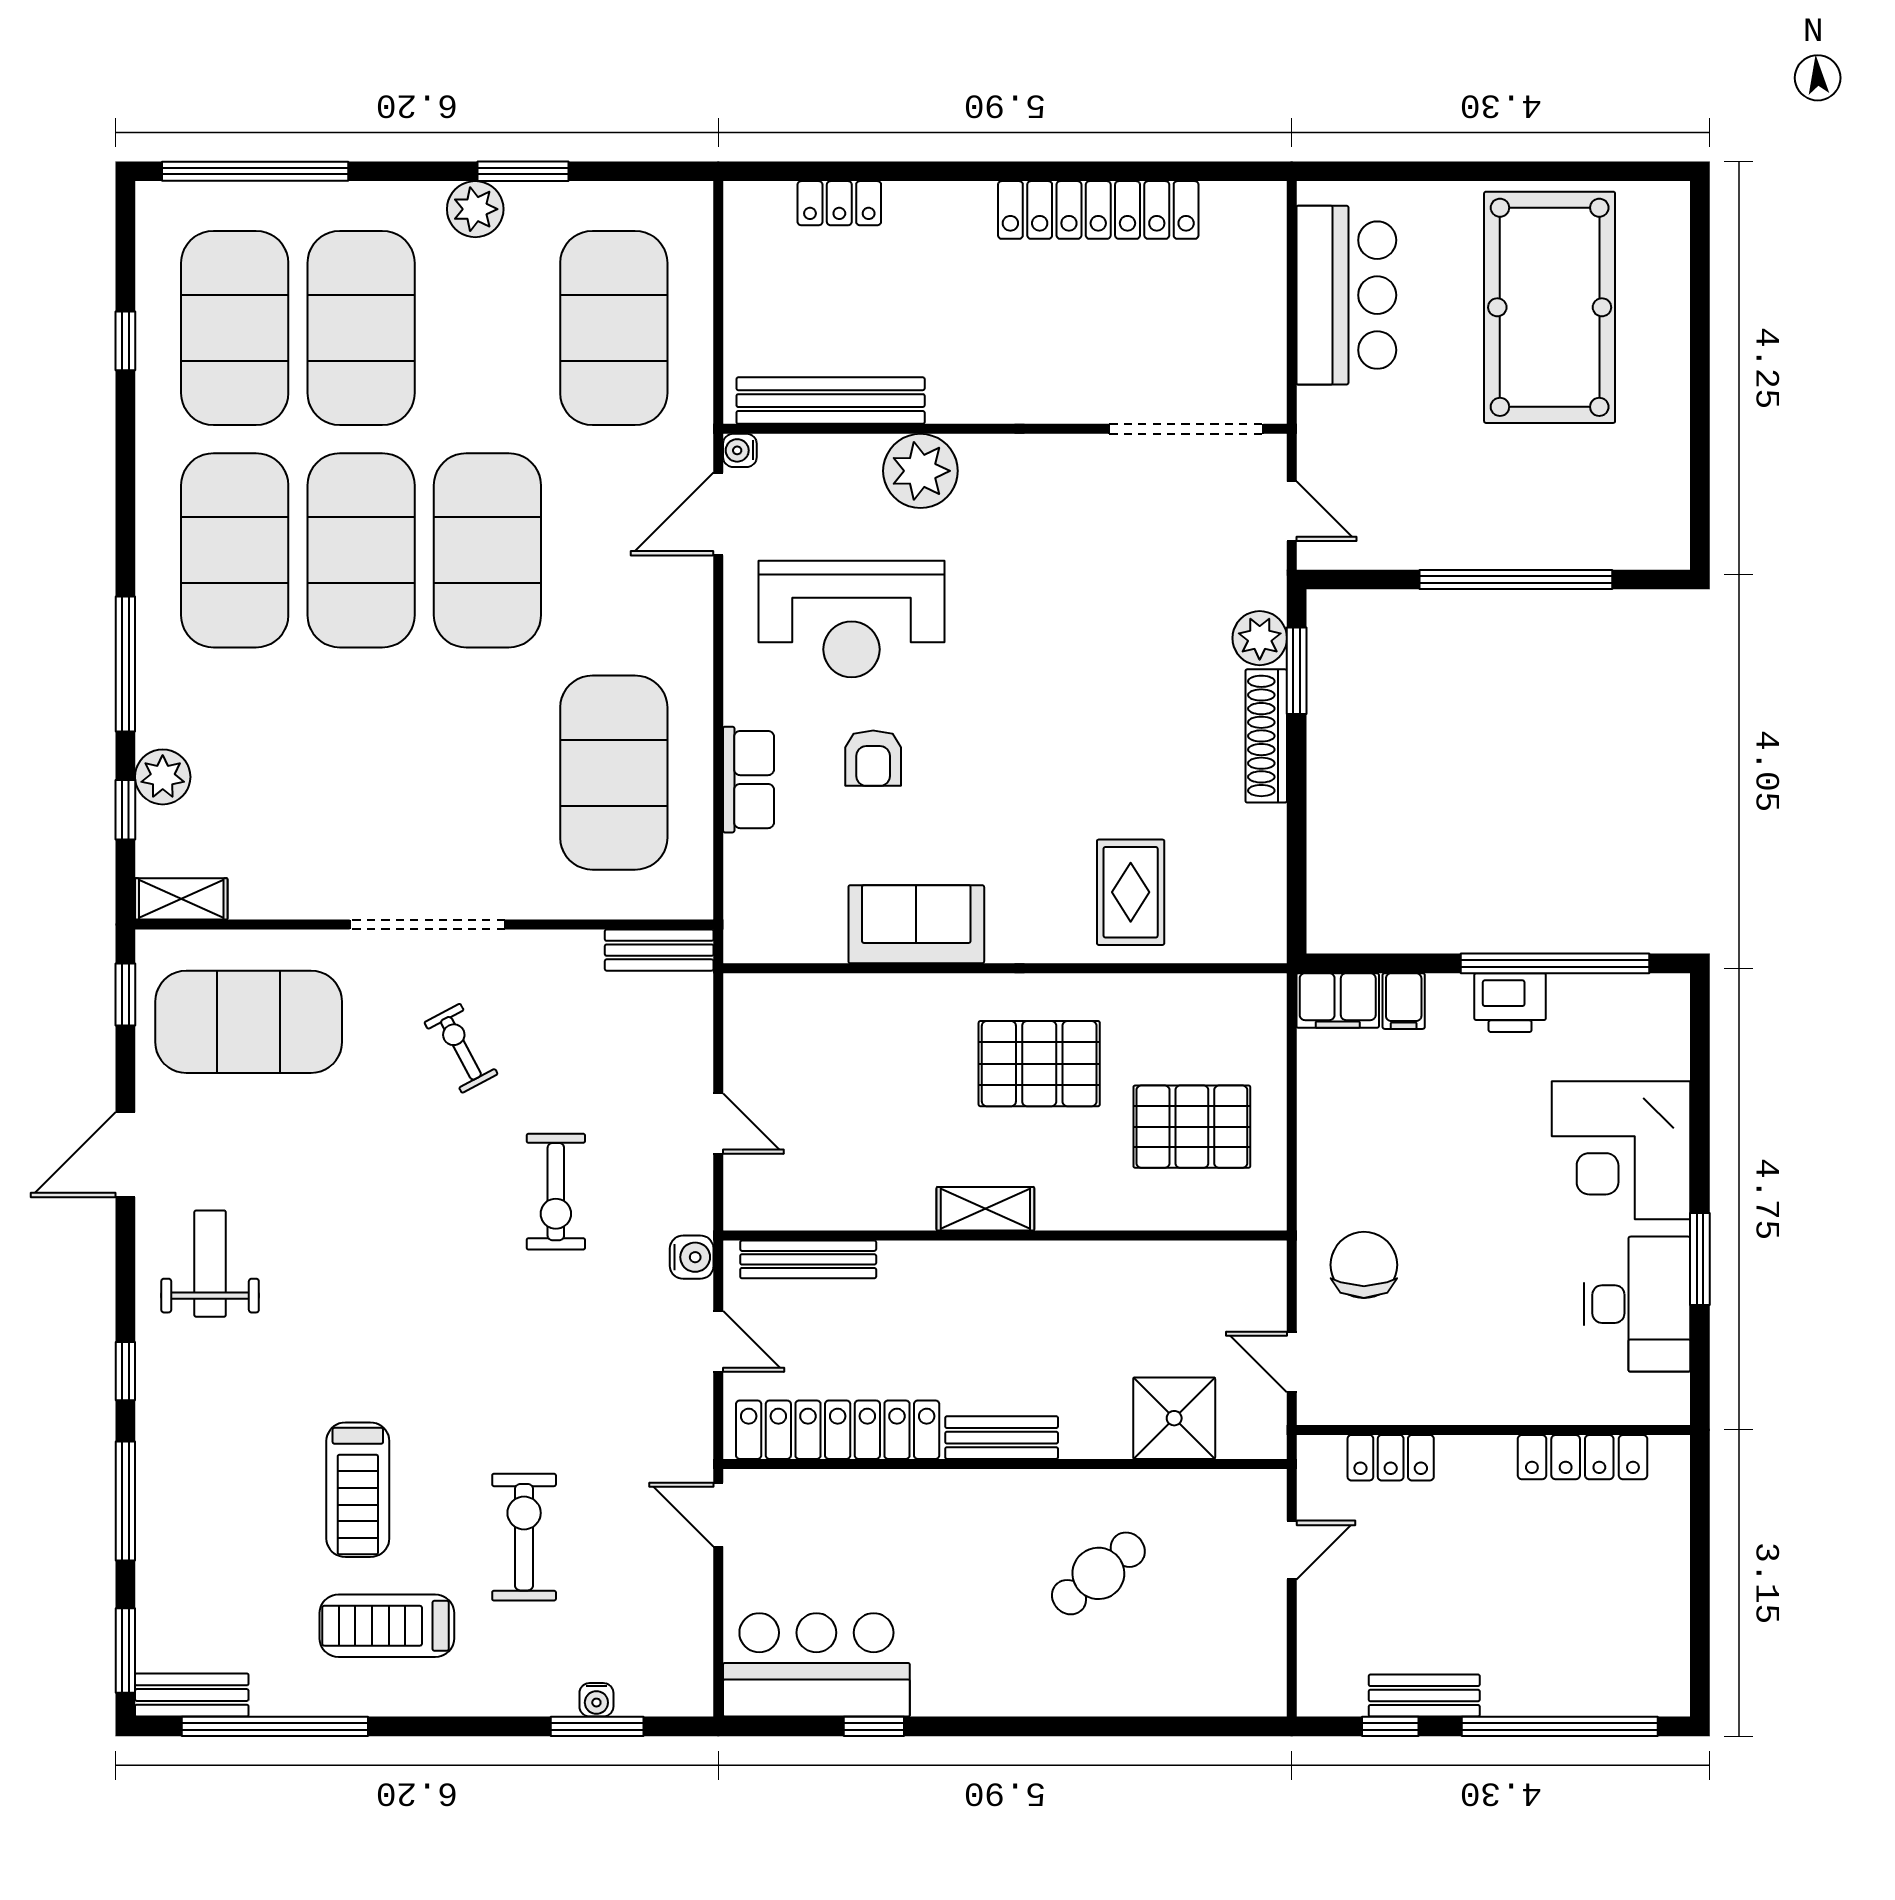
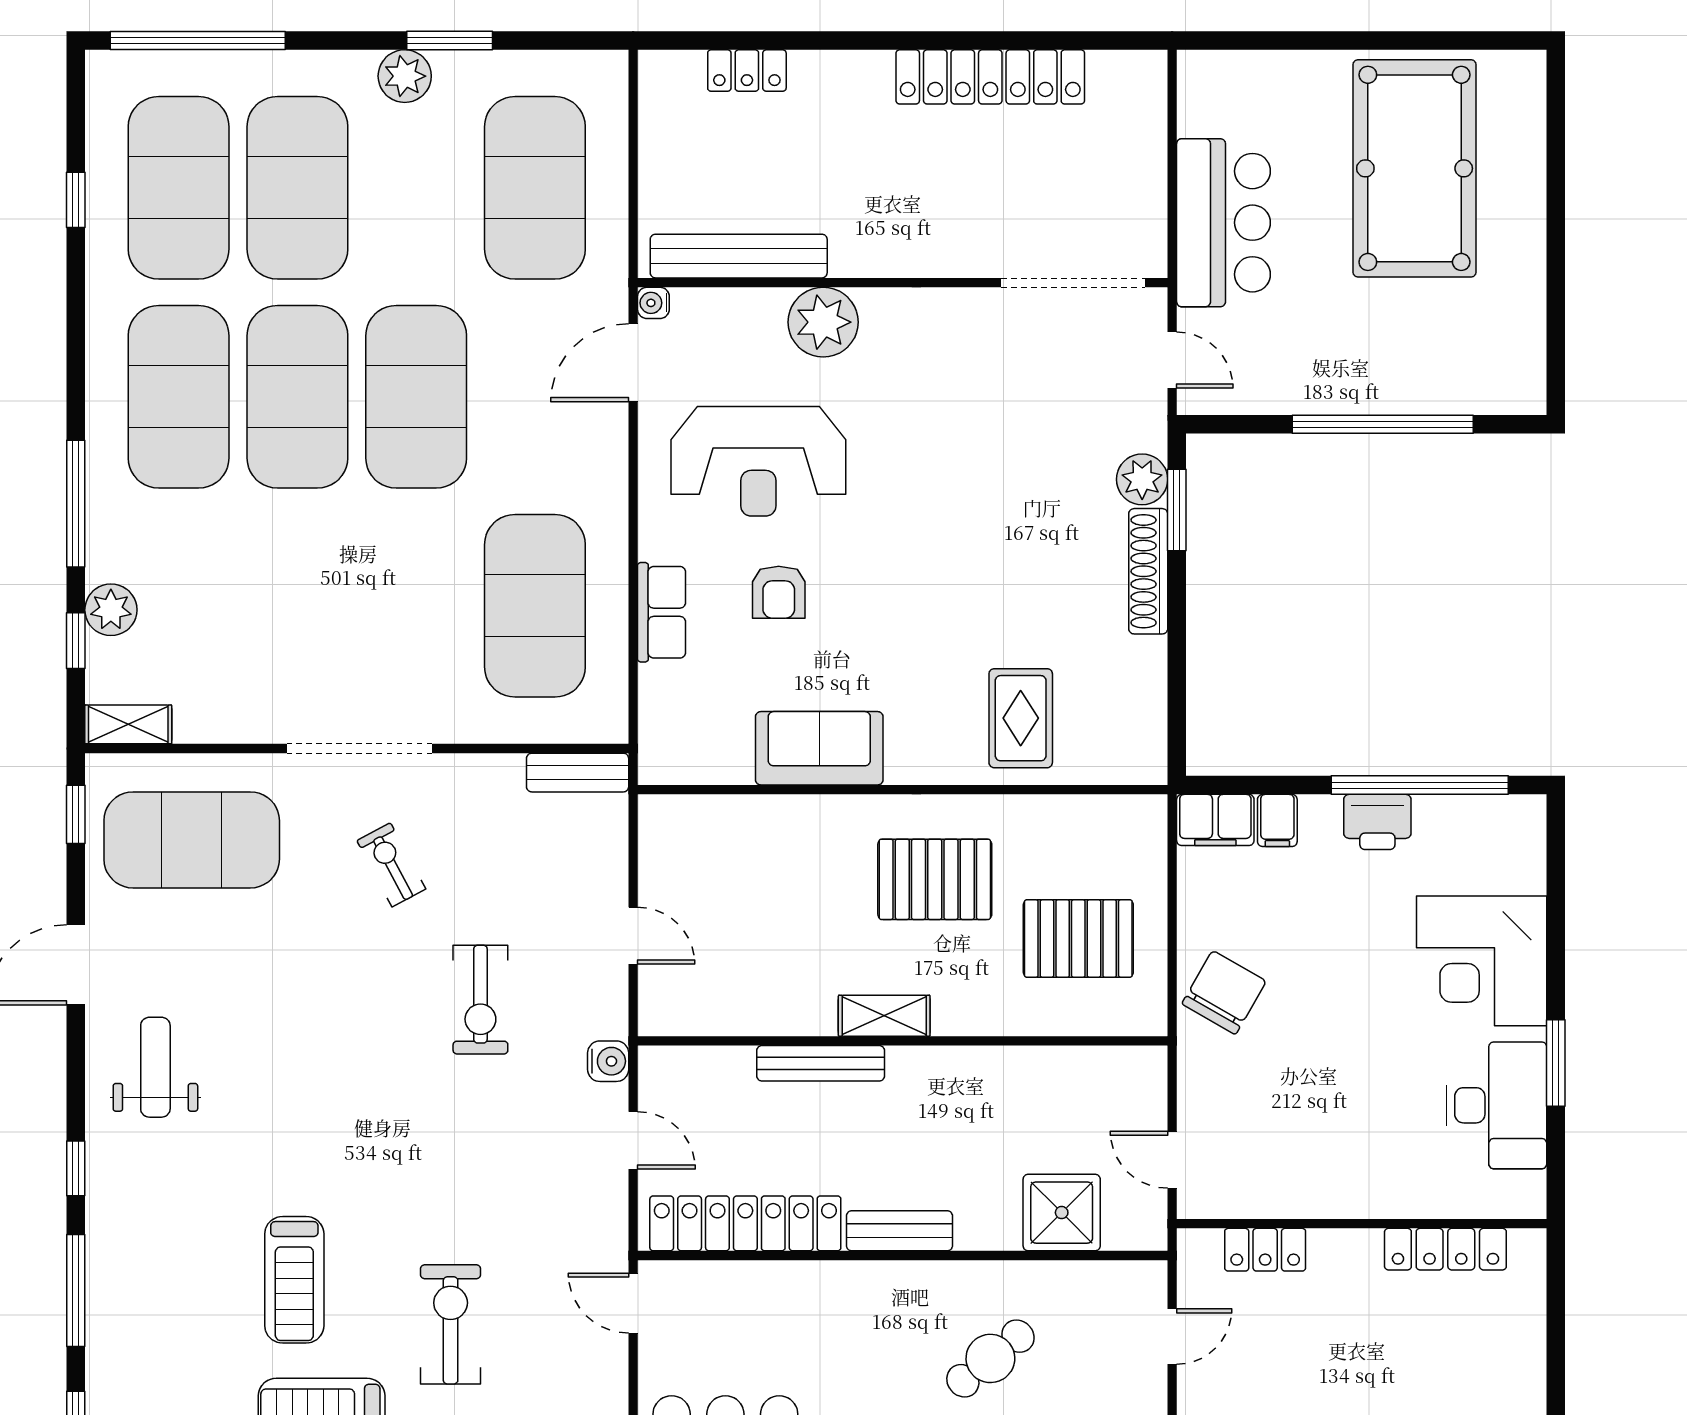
bar counter: (1346, 295) -> (1223, 223), moved
bench: (808, 1259) -> (821, 1063), moved
chair: (1364, 1265) -> (1224, 992), moved, turned 30

